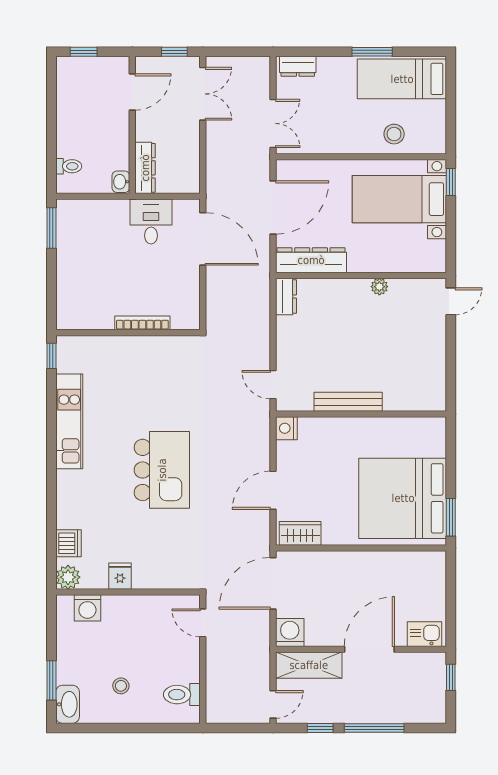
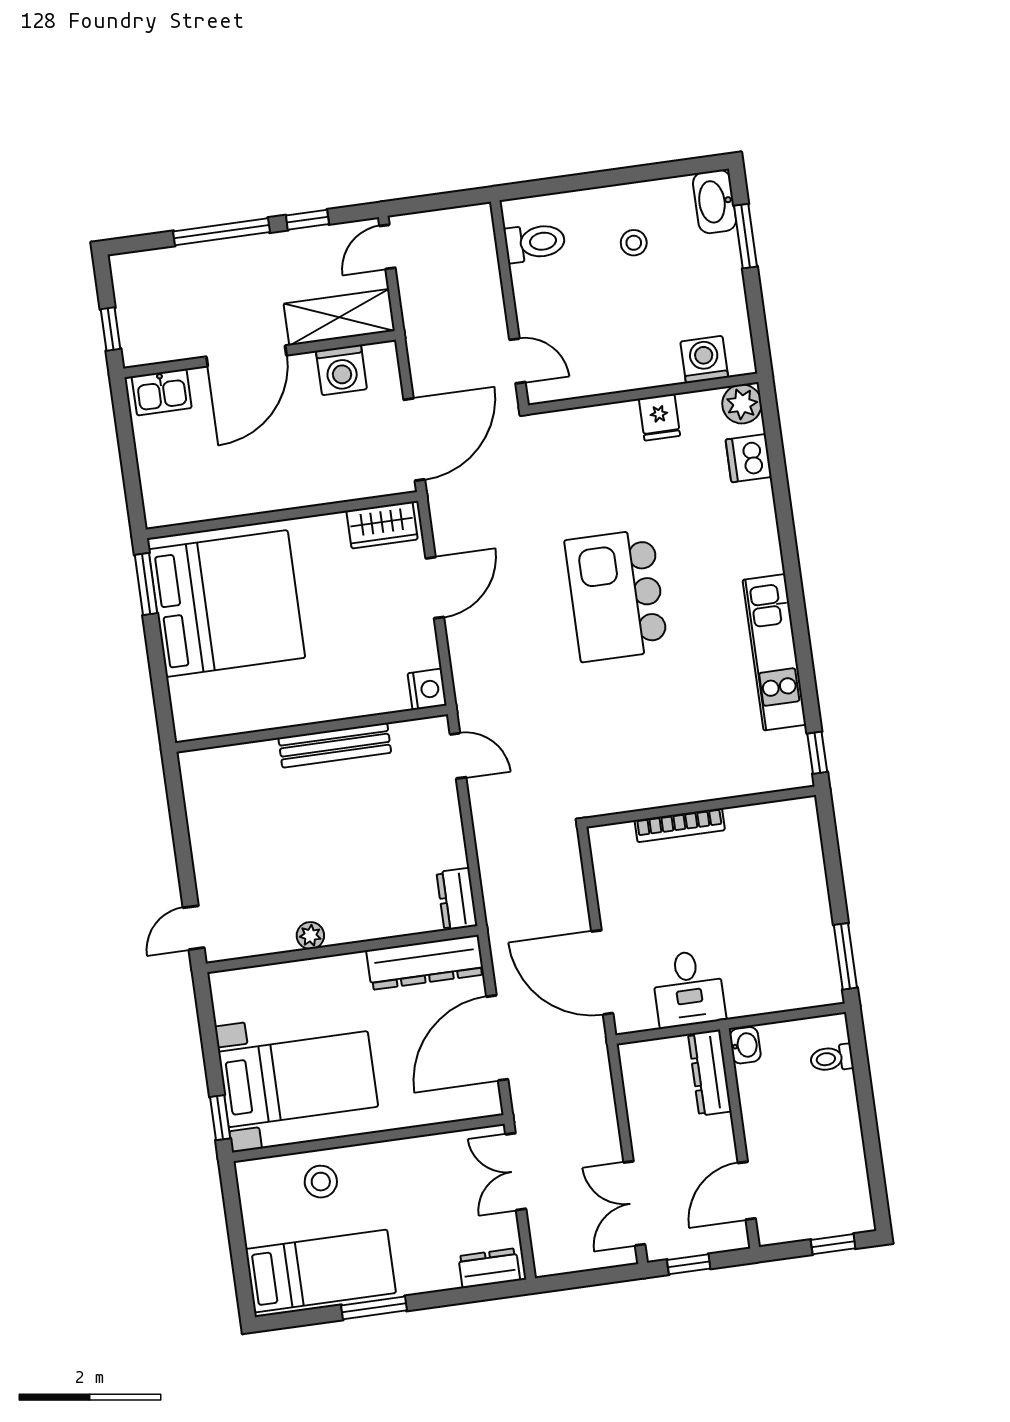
washing machine: (290, 632) -> (341, 370), moved

